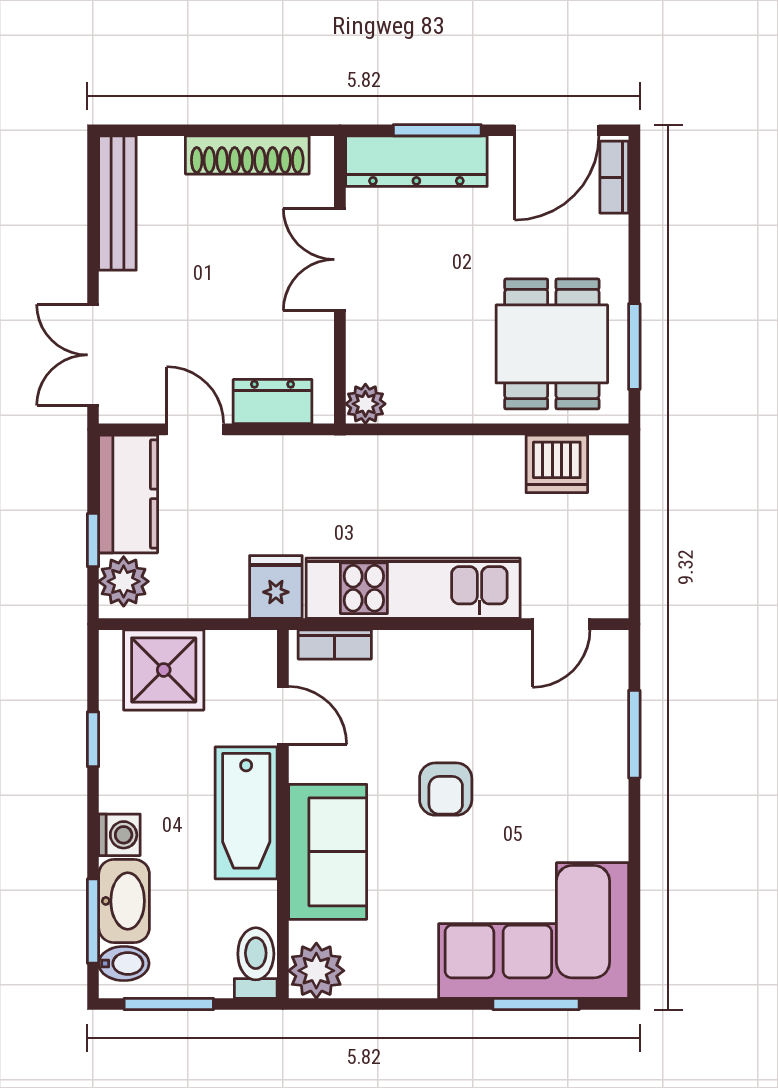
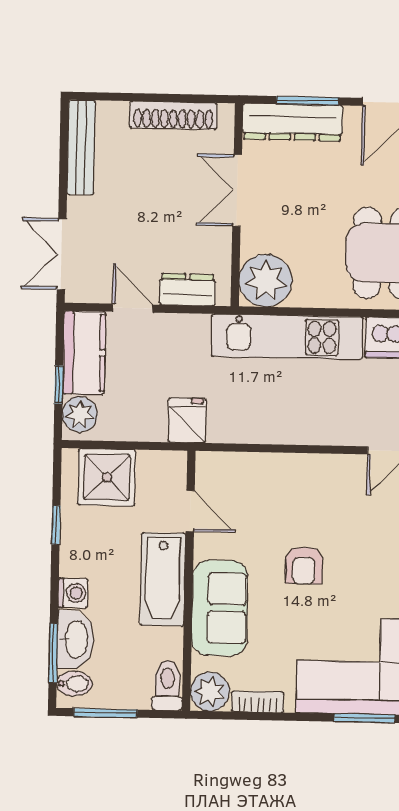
plant: (365, 404) -> (266, 281), width x1.87, depth x1.87
kitchen unit: (413, 588) -> (287, 337), moved, turned 180
bookcase: (335, 644) -> (258, 702), moved, turned 180

